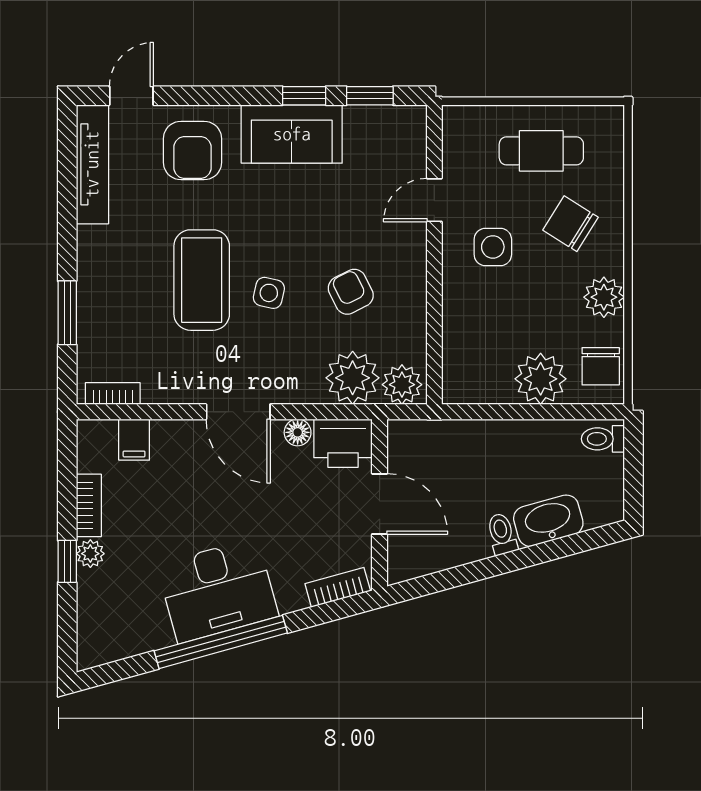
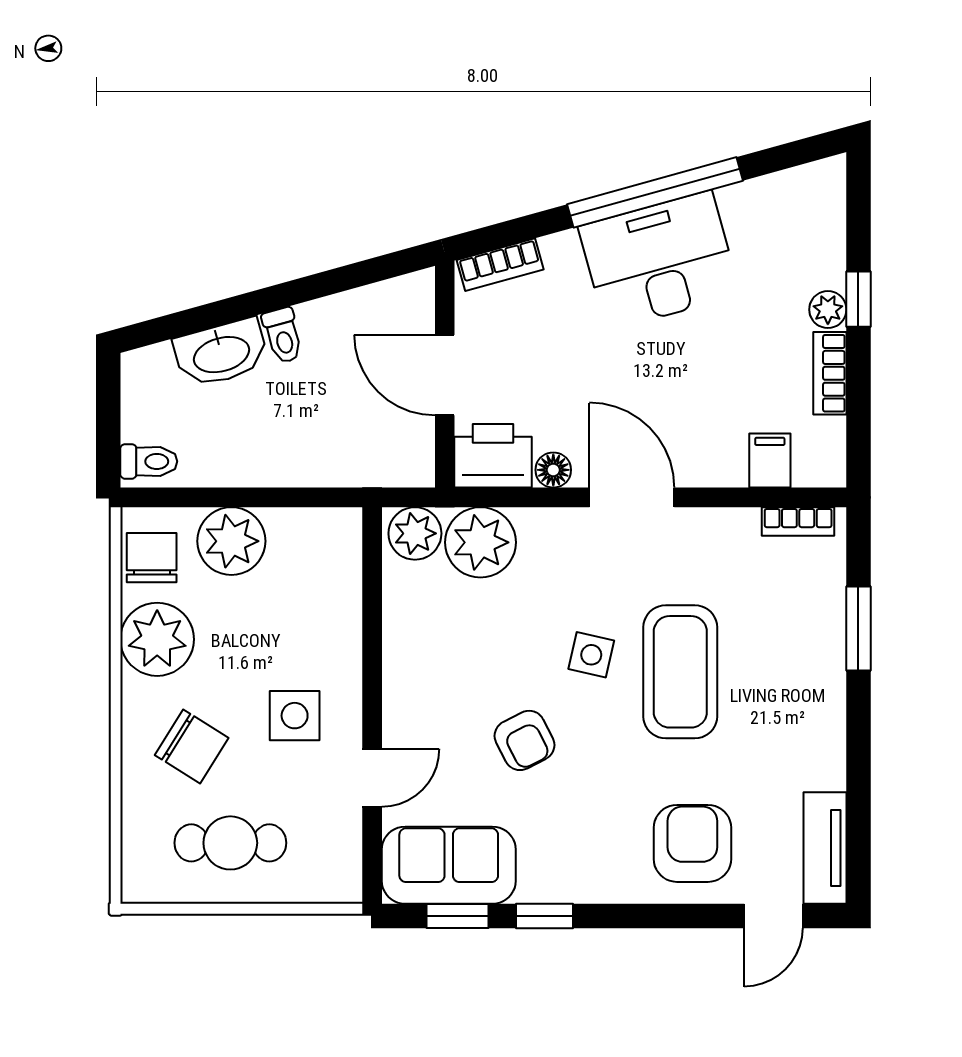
sofa: (292, 134) -> (449, 865), moved
tv unit: (92, 164) -> (825, 848), width x0.71
armchair: (351, 292) -> (525, 740), moved
plant: (604, 297) -> (157, 639), width x1.36, depth x1.36

